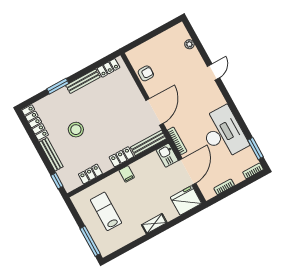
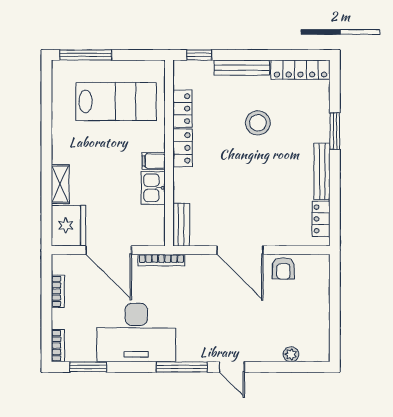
window: (228, 99) -> (182, 367), added
door: (154, 112) -> (240, 250), moved
bench: (148, 143) -> (181, 225), width x0.73
kitchen sink: (167, 155) -> (153, 188), moved, turned -90
locker: (121, 157) -> (183, 148), moved
lab bench: (106, 211) -> (116, 101), width x1.36, depth x1.39
shelving: (154, 224) -> (60, 184), moved

